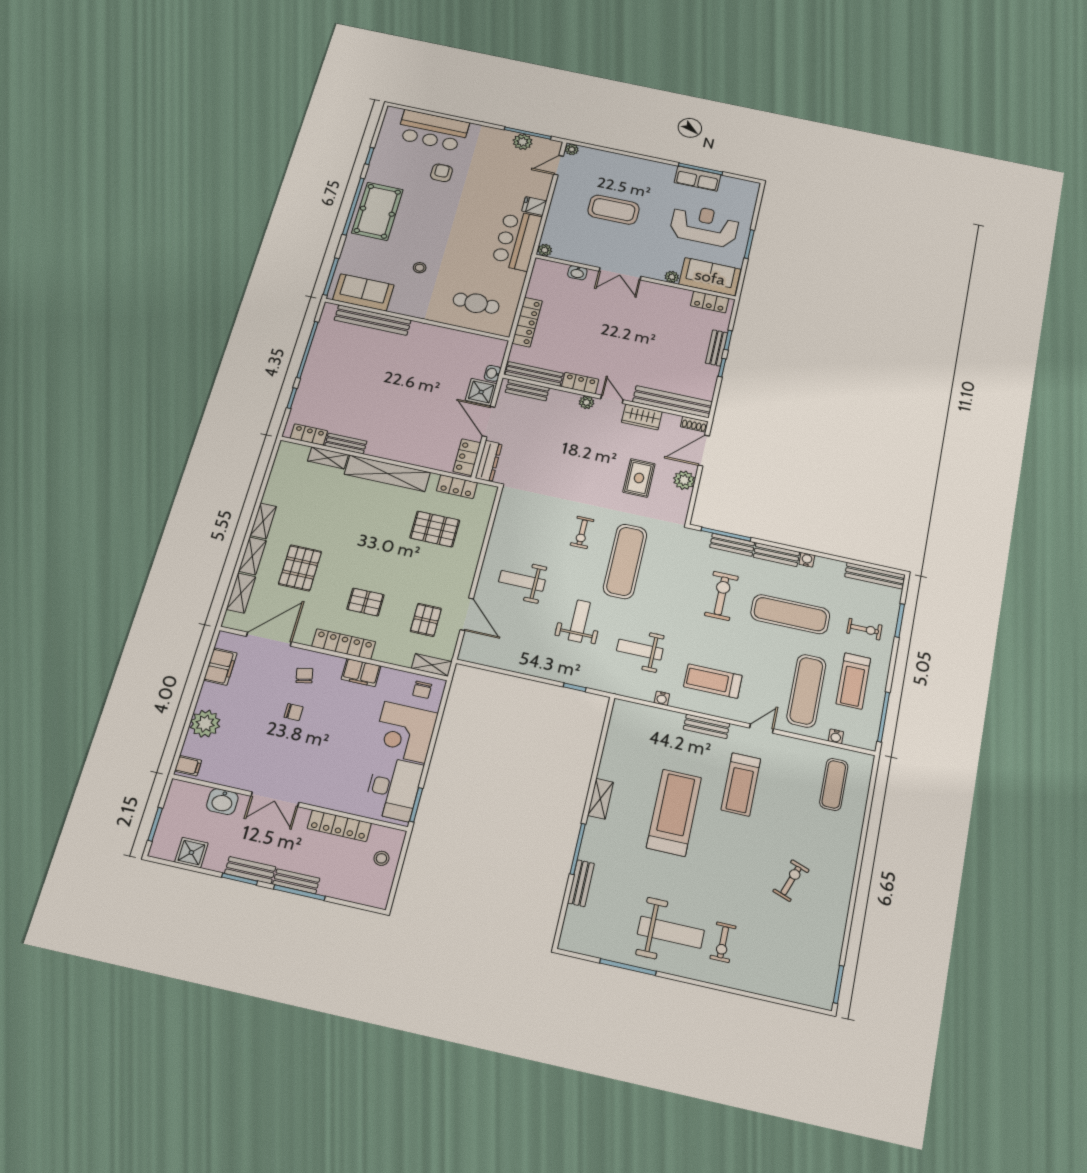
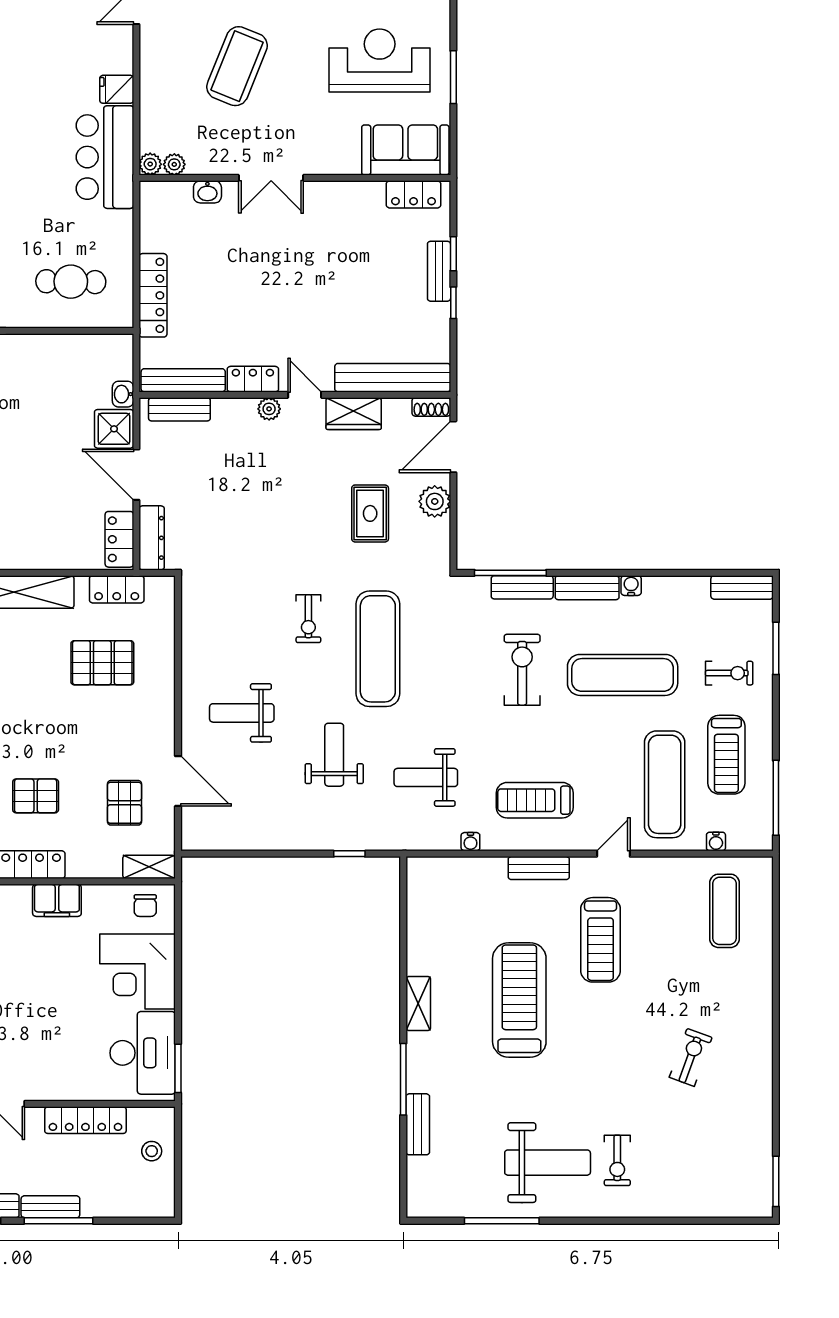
coffee table: (614, 210) -> (237, 66), turned -68
plant: (672, 277) -> (174, 164), moved
bench: (875, 576) -> (742, 587), width x0.73

